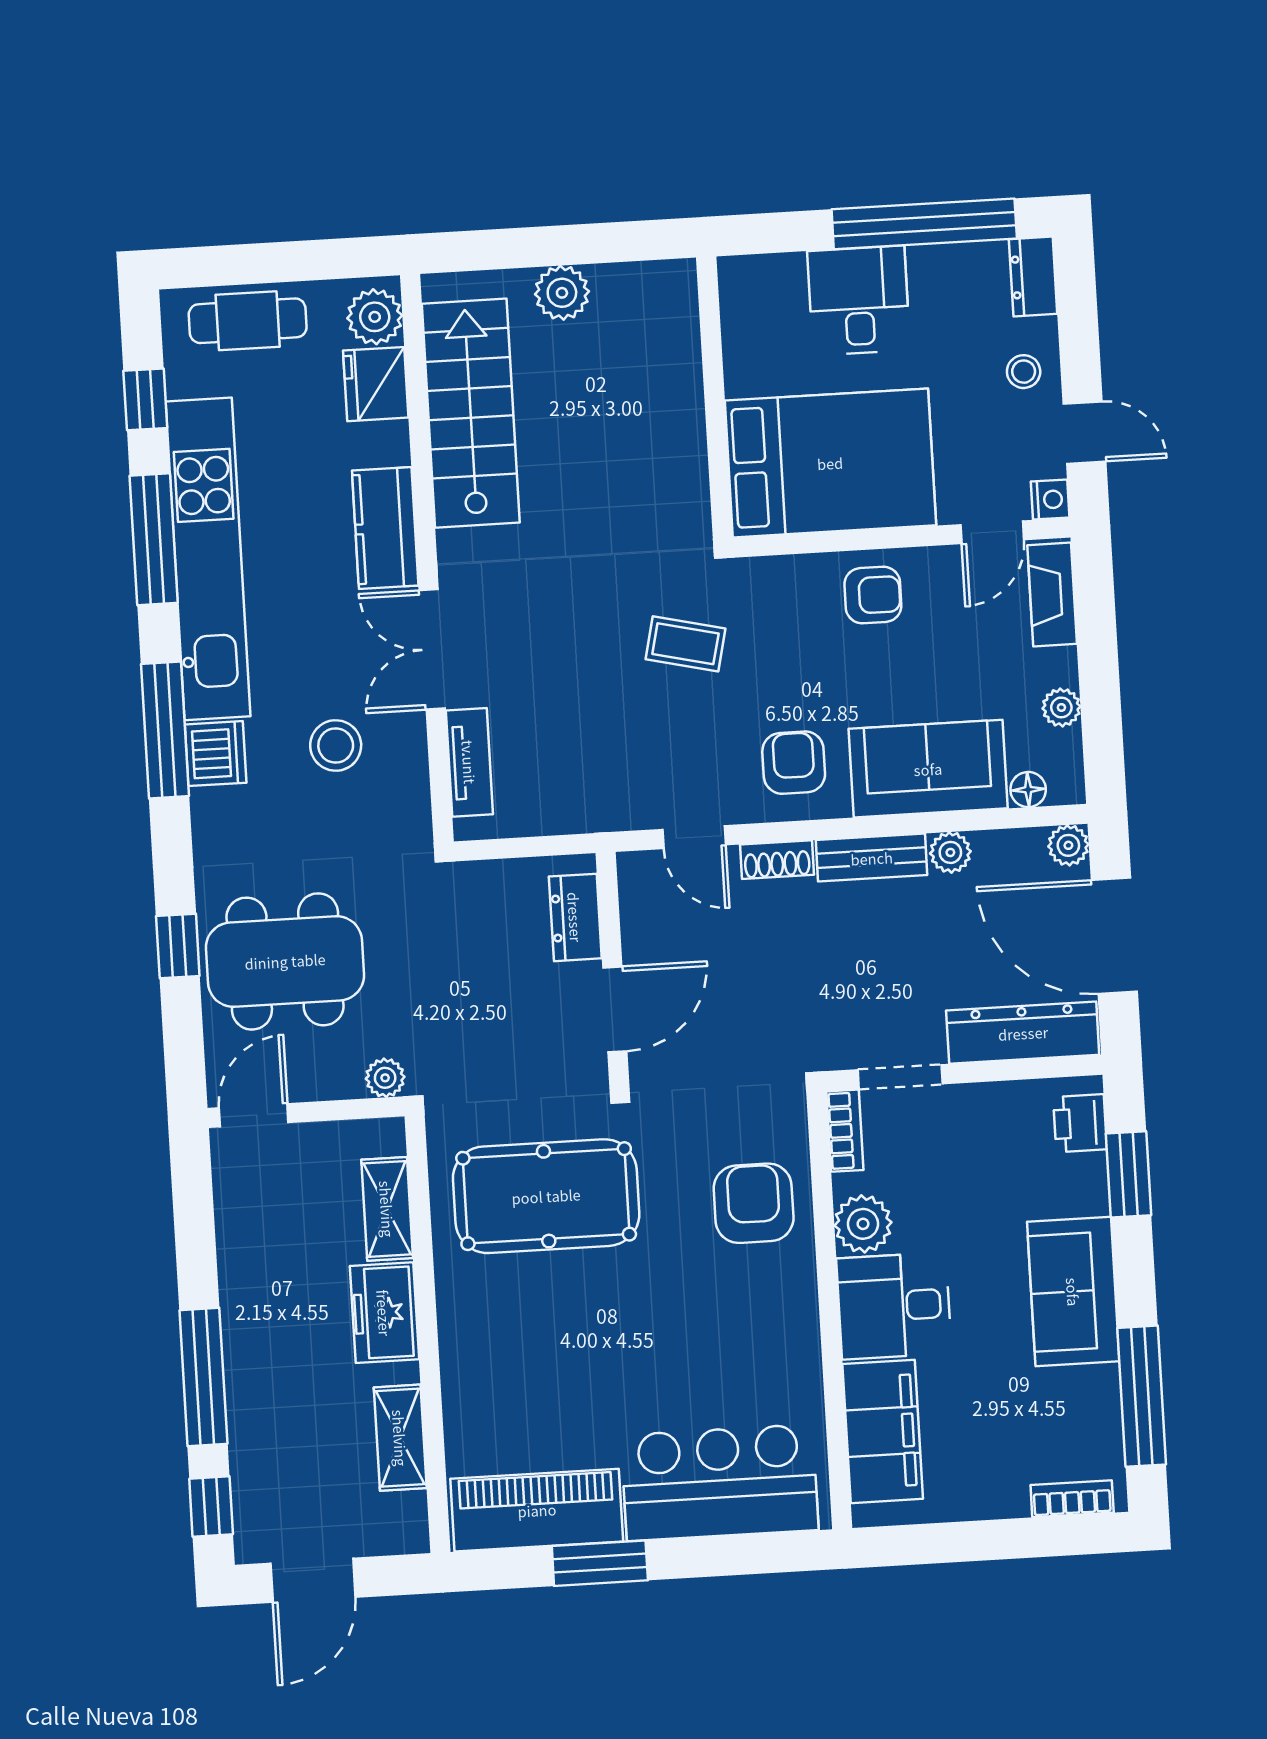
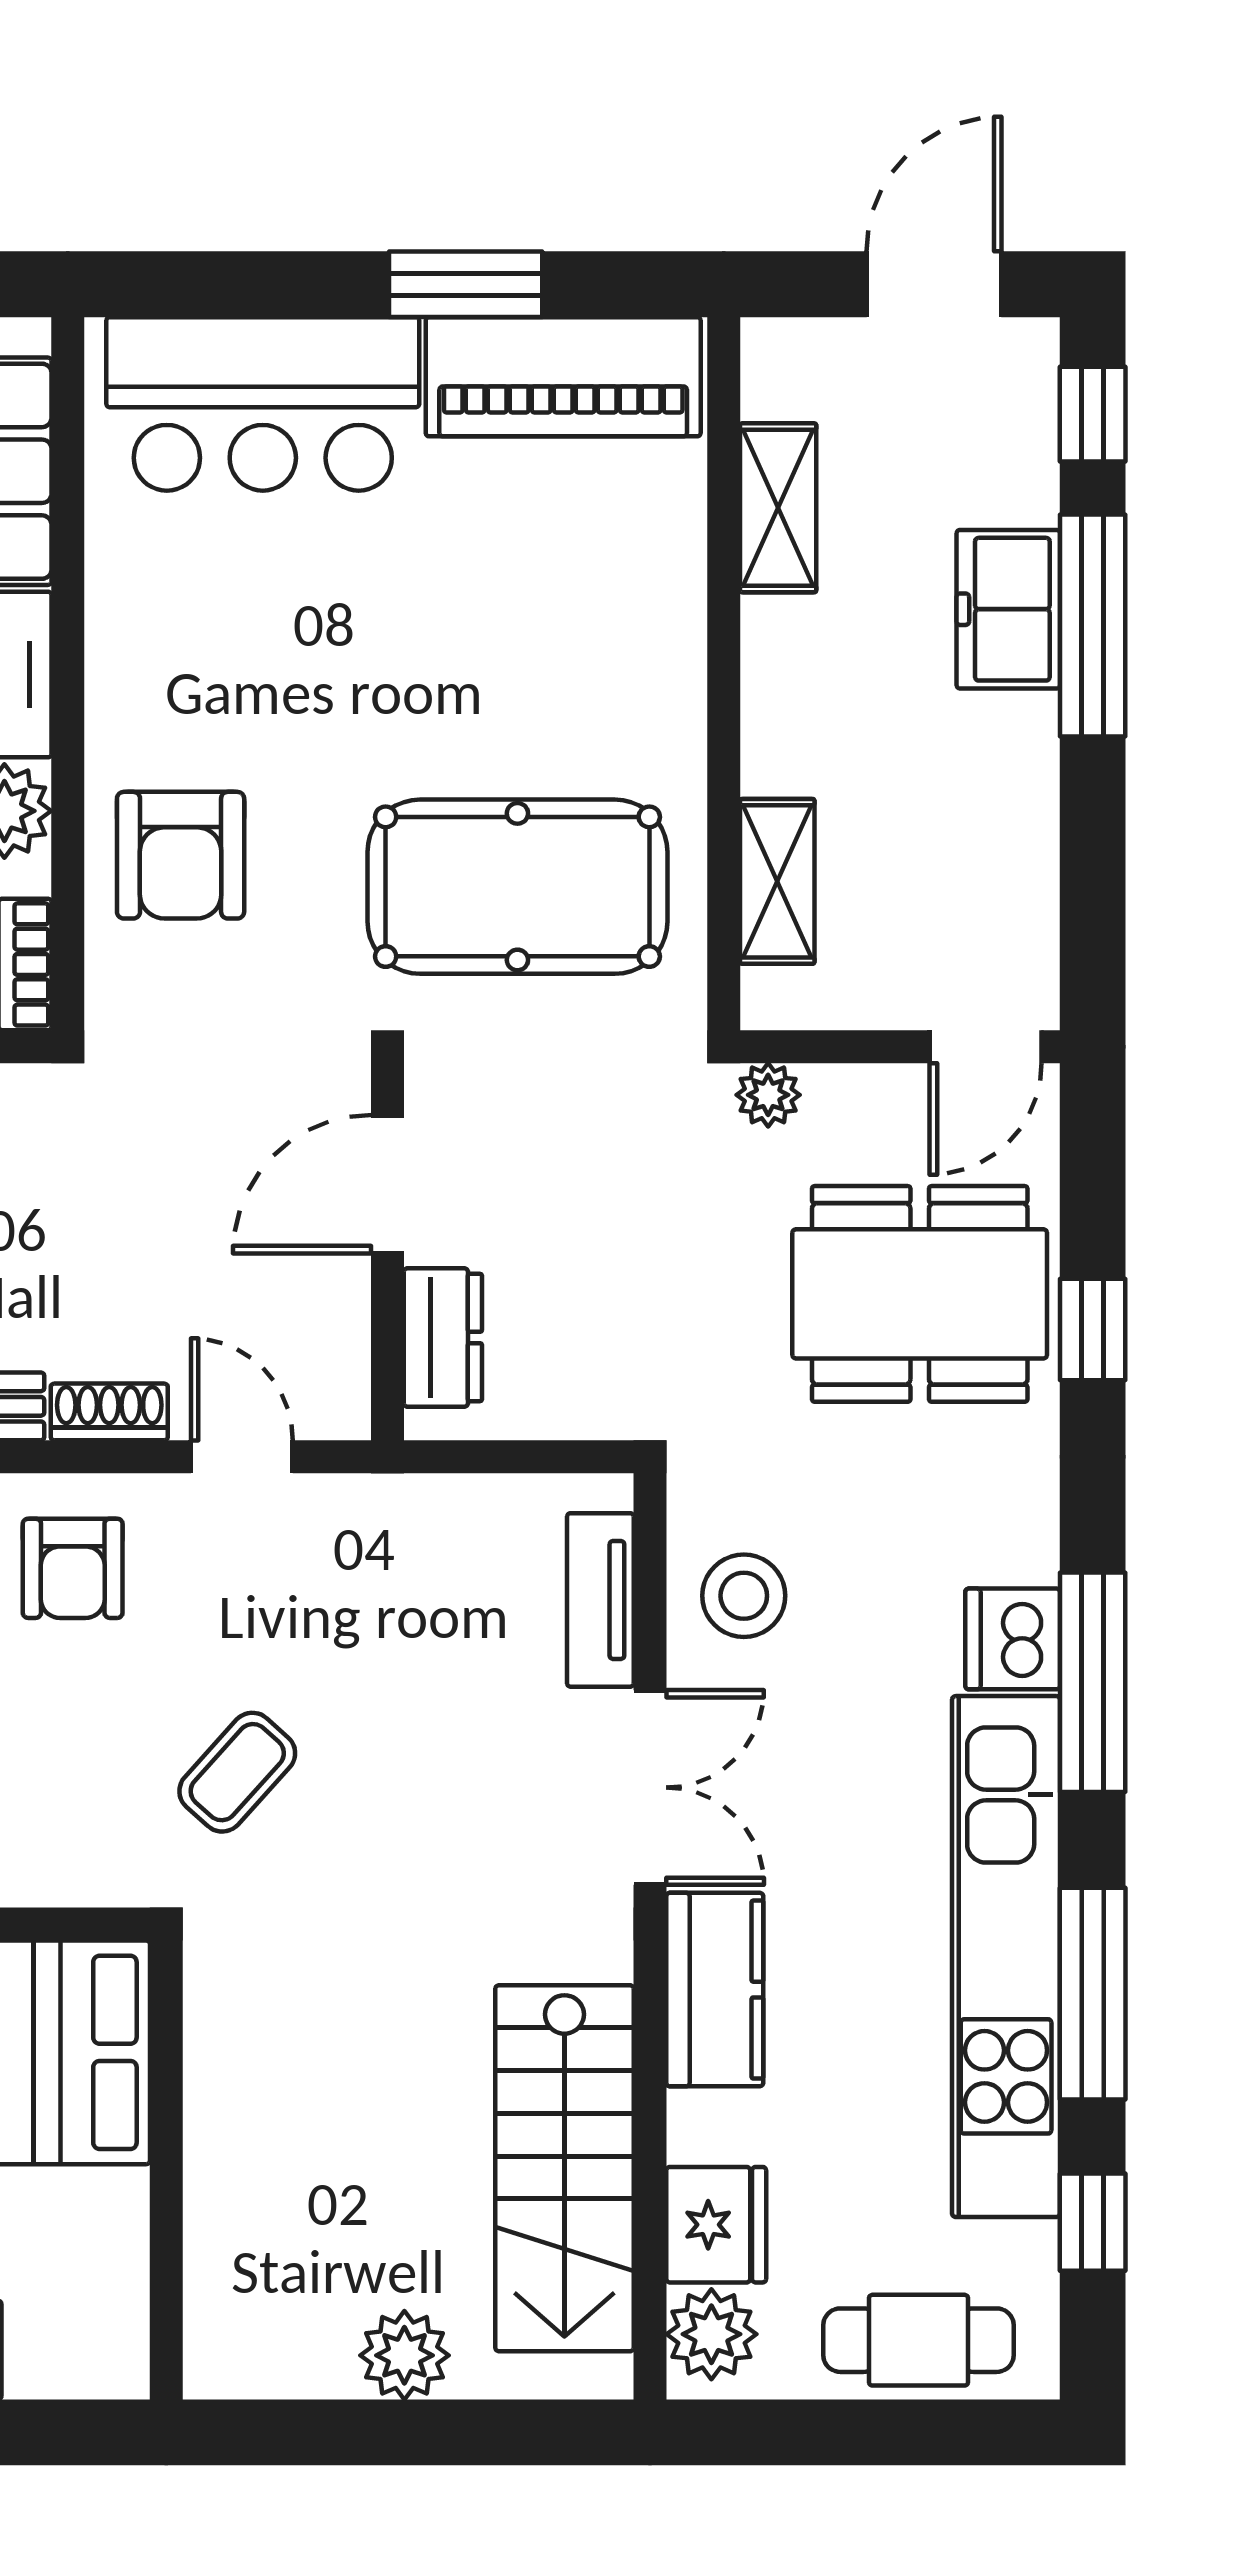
coffee table: (685, 644) -> (237, 1772), turned -61
stool: (336, 745) -> (744, 1596), moved
freezer: (384, 1313) -> (1008, 609), moved, turned 180

